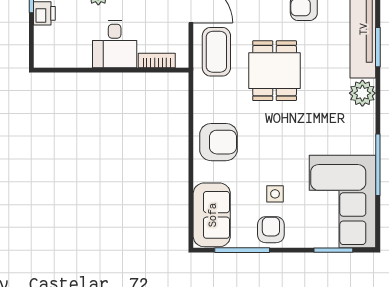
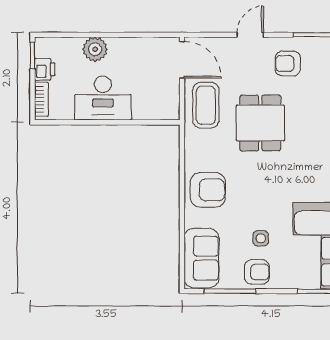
desk: (115, 44) -> (103, 98), width x1.37
bookcase: (157, 60) -> (41, 99), moved, turned 90
armchair: (271, 230) -> (257, 272), turned 90

